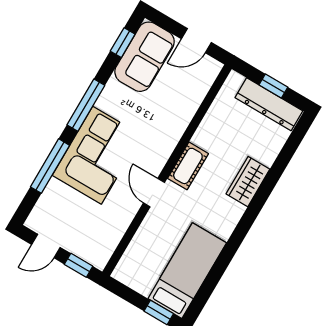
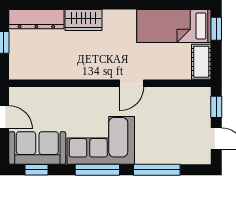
dresser: (269, 104) -> (36, 19), moved, turned 90
corner sofa: (97, 155) -> (101, 140), moved
cot: (188, 166) -> (201, 62), moved, turned 90

